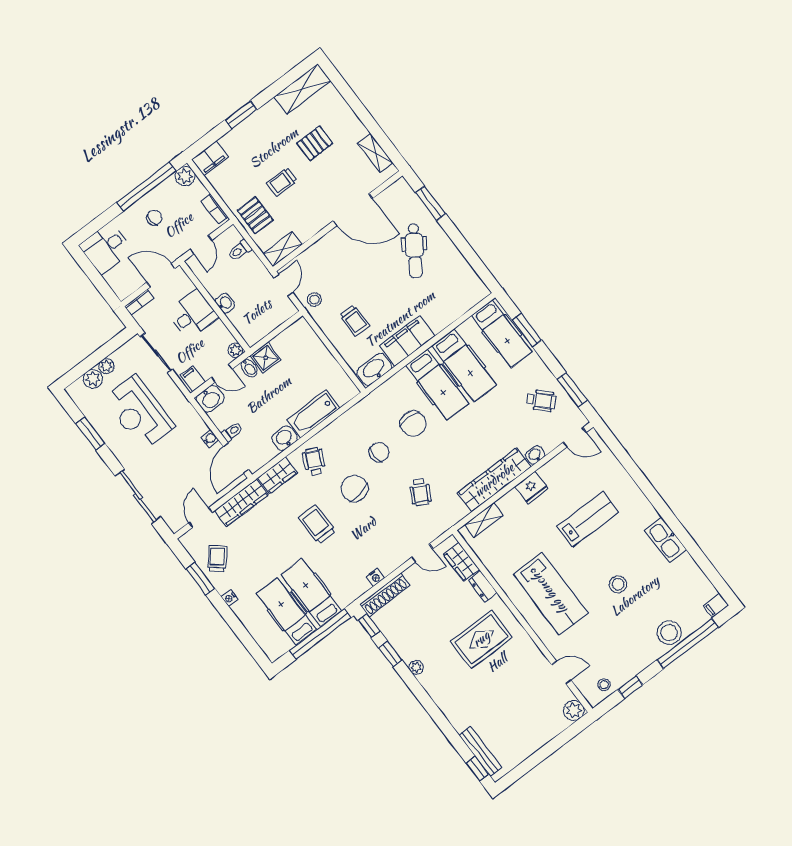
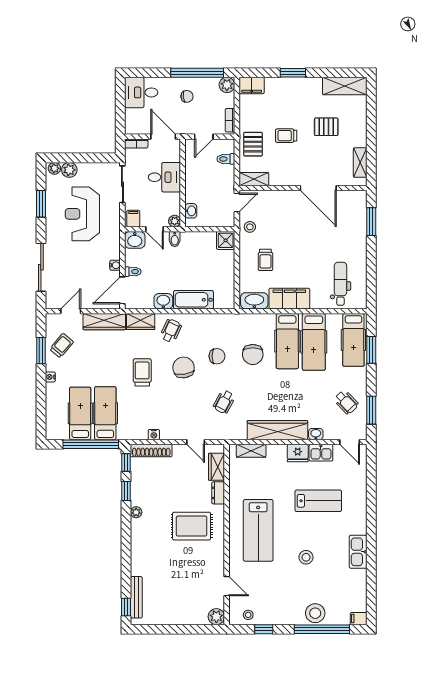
dental chair: (415, 251) -> (340, 284), moved, turned 146
washbasin: (225, 303) -> (191, 211), moved
shower: (266, 358) -> (226, 240), moved
plant: (106, 366) -> (54, 168), moved
kitchen sink: (554, 470) -> (321, 453), added

